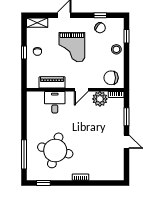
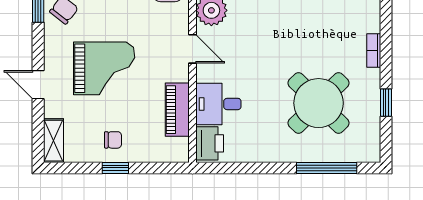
printer: (36, 98) -> (210, 143), added
round table: (55, 150) -> (319, 103), turned 31
window: (43, 183) -> (386, 103), moved

